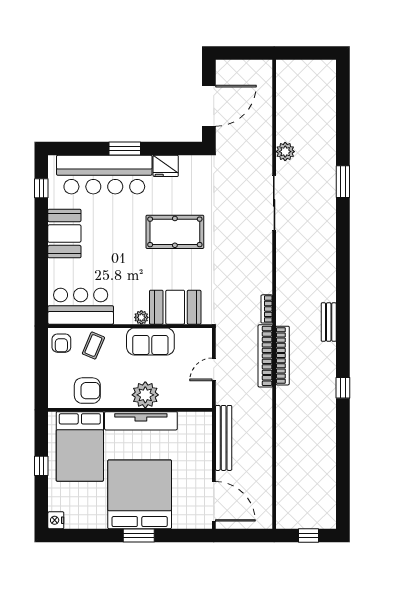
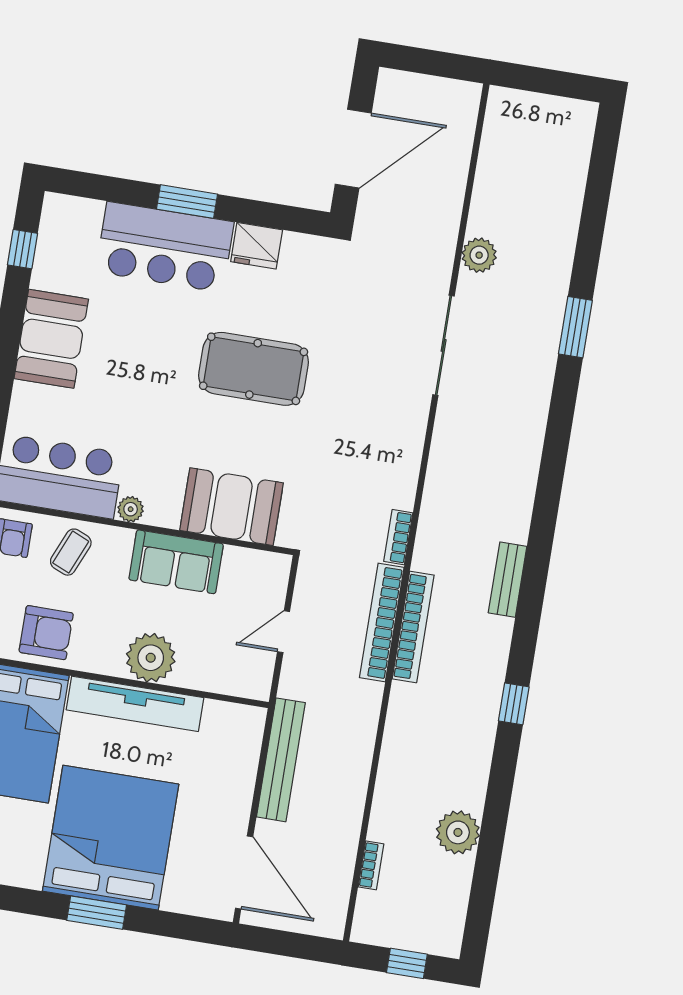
bar counter: (104, 175) -> (165, 247), width x0.73
plant: (141, 317) -> (131, 509), moved
plant: (324, 461) -> (458, 832), added
bookcase: (281, 486) -> (371, 865), added

